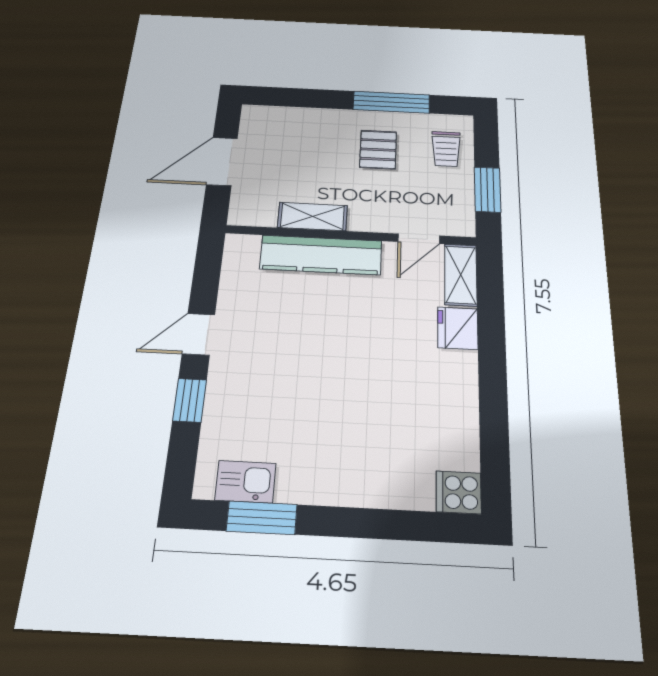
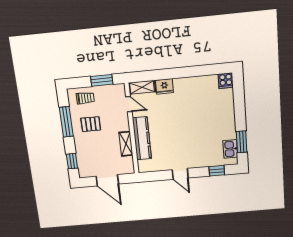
window: (290, 97) -> (72, 161), added
window: (190, 400) -> (217, 171), moved

